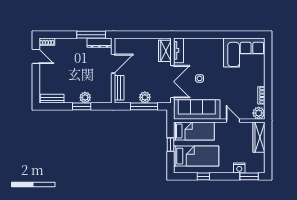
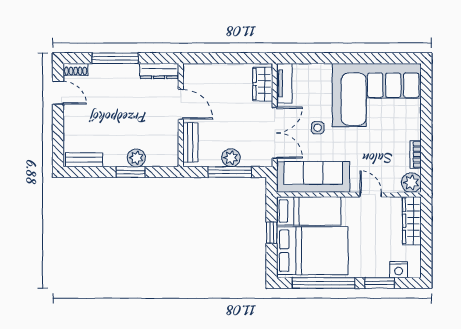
window: (91, 35) -> (115, 58), moved
corner sofa: (244, 53) -> (377, 95), width x1.36, depth x1.36
door: (113, 64) -> (181, 104), hinge flipped
bed: (196, 156) -> (312, 251), width x1.50
nightstand: (239, 168) -> (399, 270), moved
window: (203, 176) -> (324, 283), width x3.17
window: (249, 176) -> (380, 283), moved

